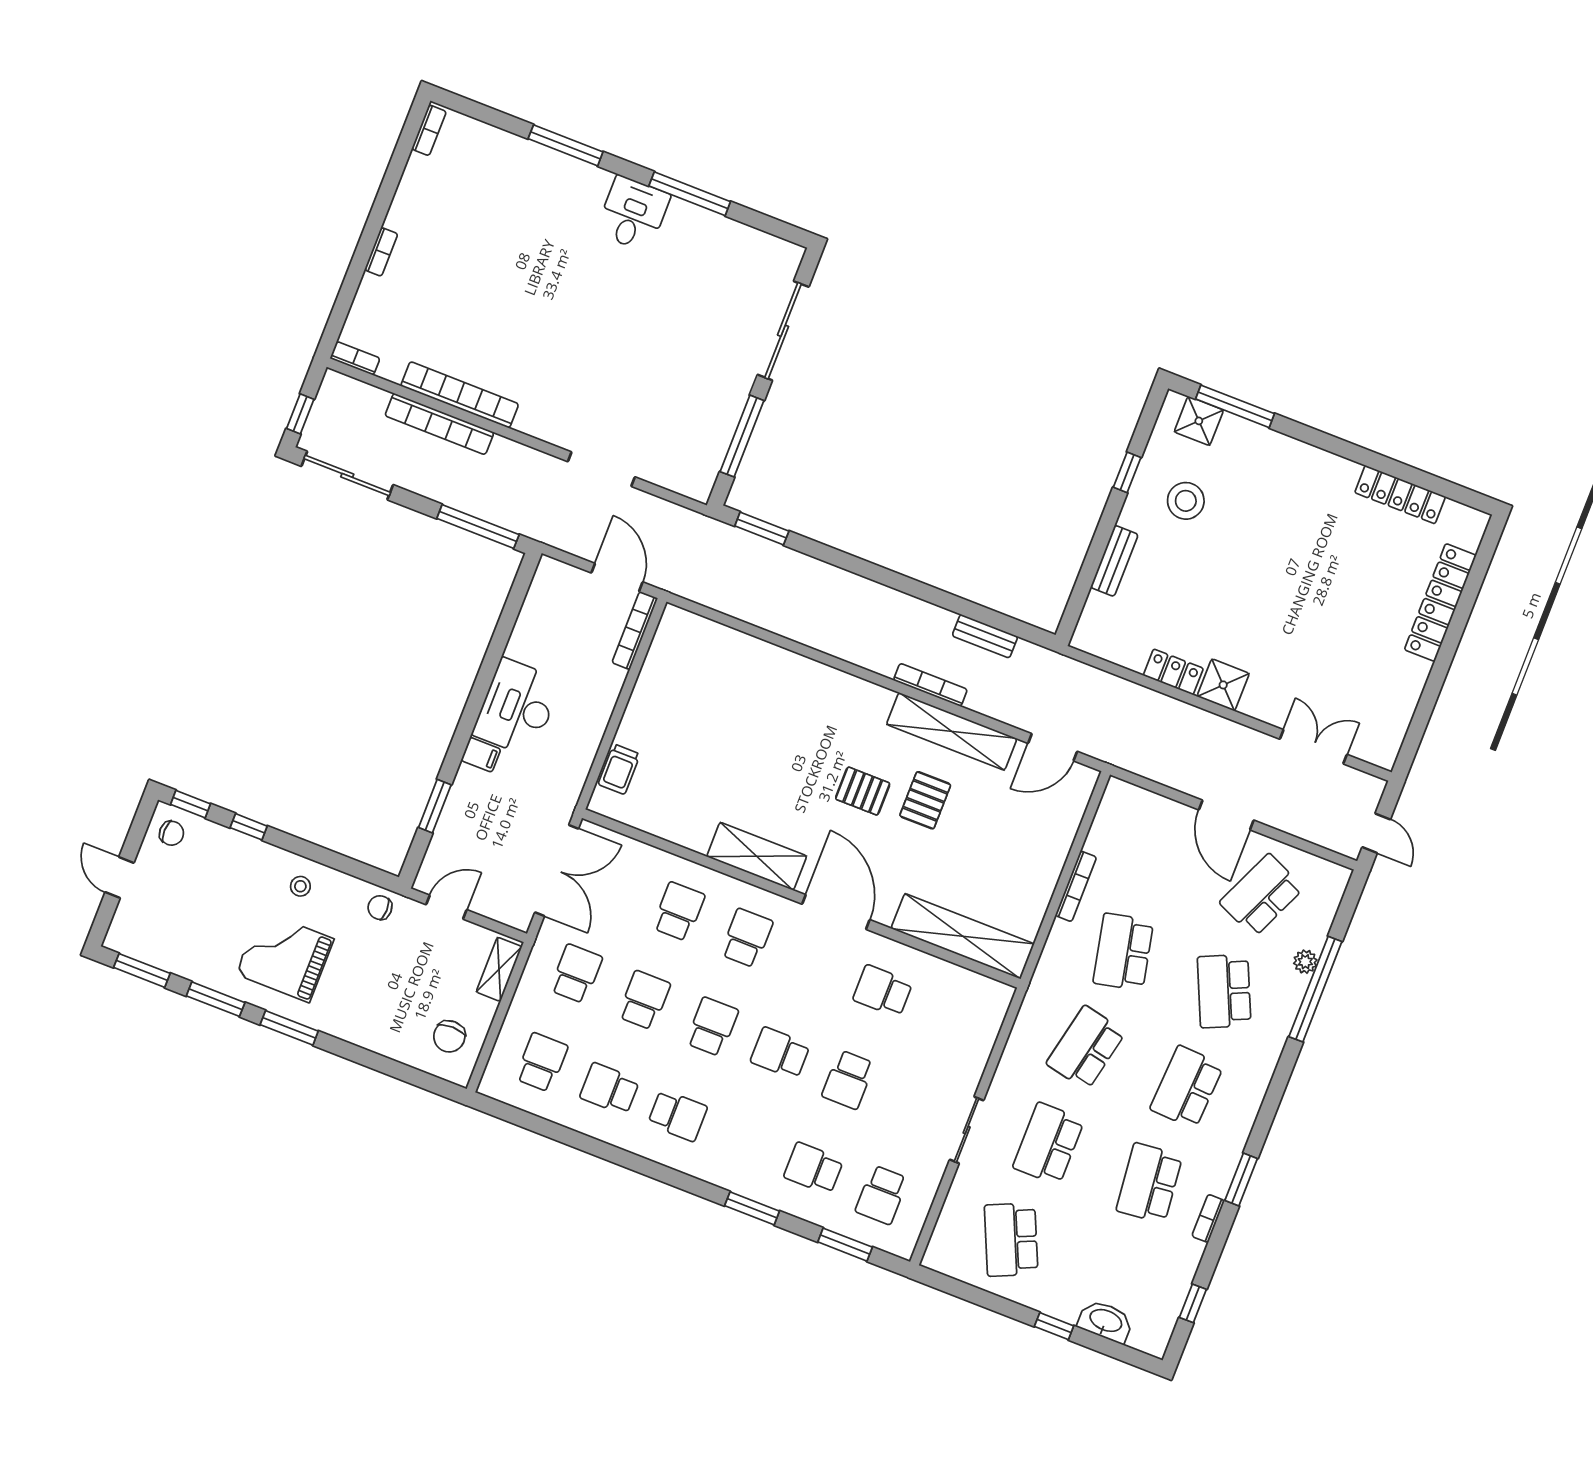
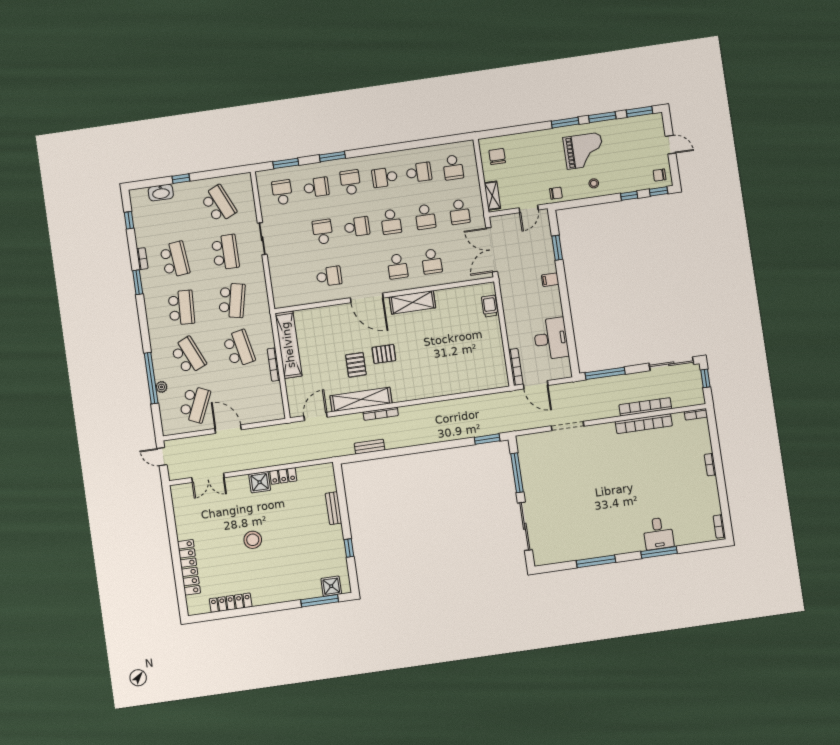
desk: (633, 214) -> (658, 533), moved
stool: (1186, 501) -> (253, 540), moved
desk: (517, 707) -> (551, 339), moved
shelving: (963, 936) -> (288, 345), moved, turned 90
school desk: (746, 1142) -> (350, 182), added

